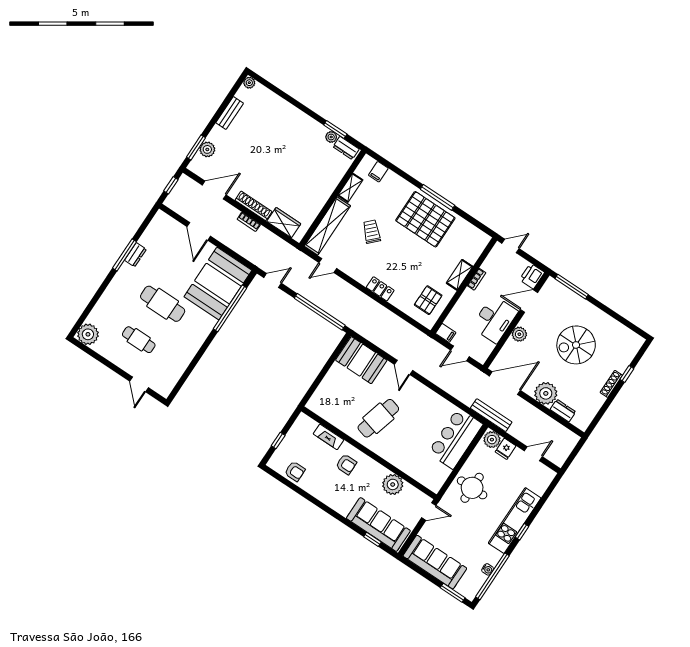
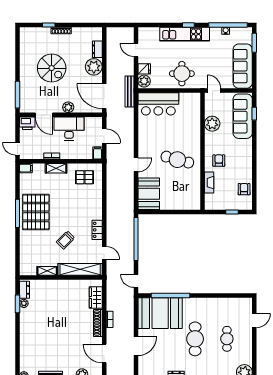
filing cabinet: (378, 172) -> (26, 168), moved
locker: (380, 289) -> (97, 230), moved

